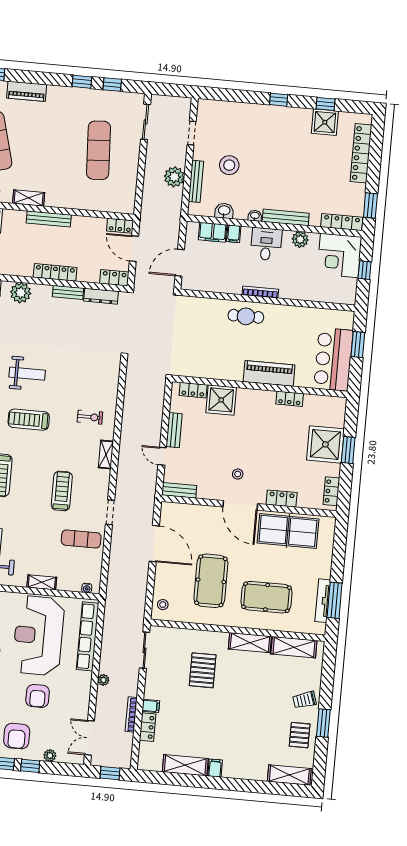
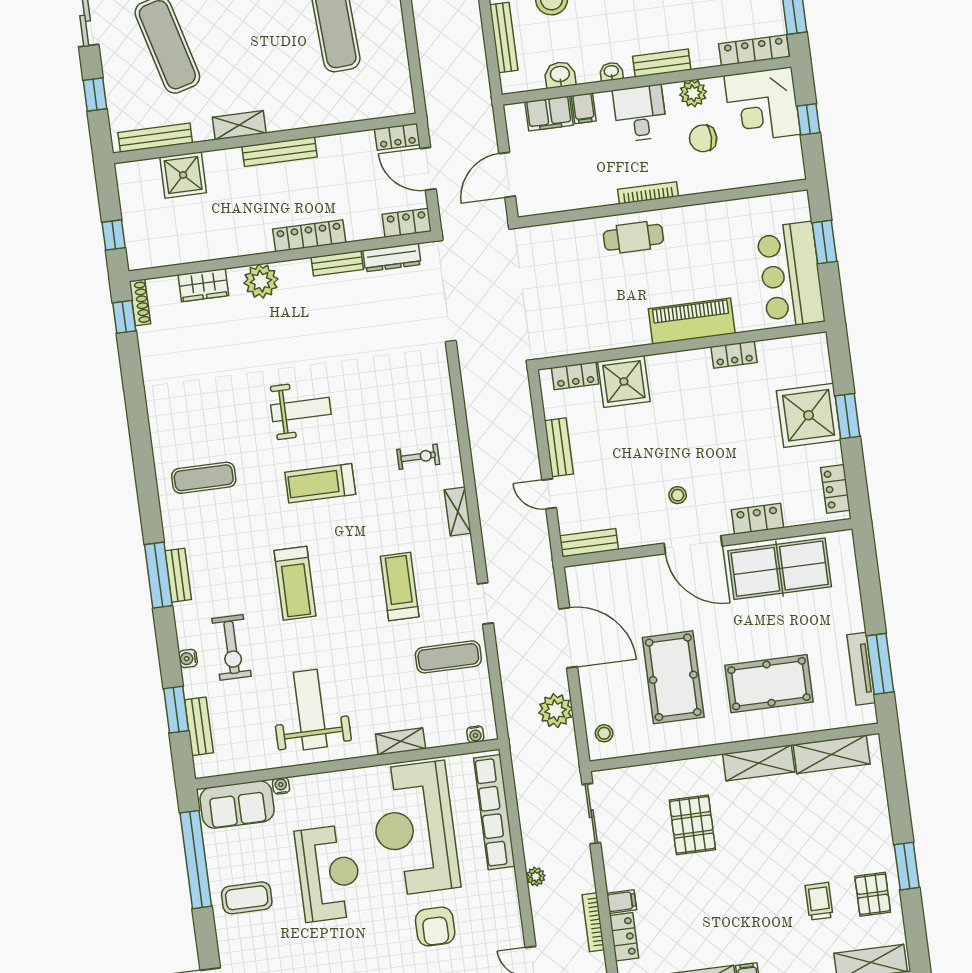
plant: (174, 177) -> (556, 711), moved
bench: (286, 217) -> (662, 63), width x0.73
chair: (300, 267) -> (703, 138), added
trolley: (305, 700) -> (819, 901), moved, turned 108

